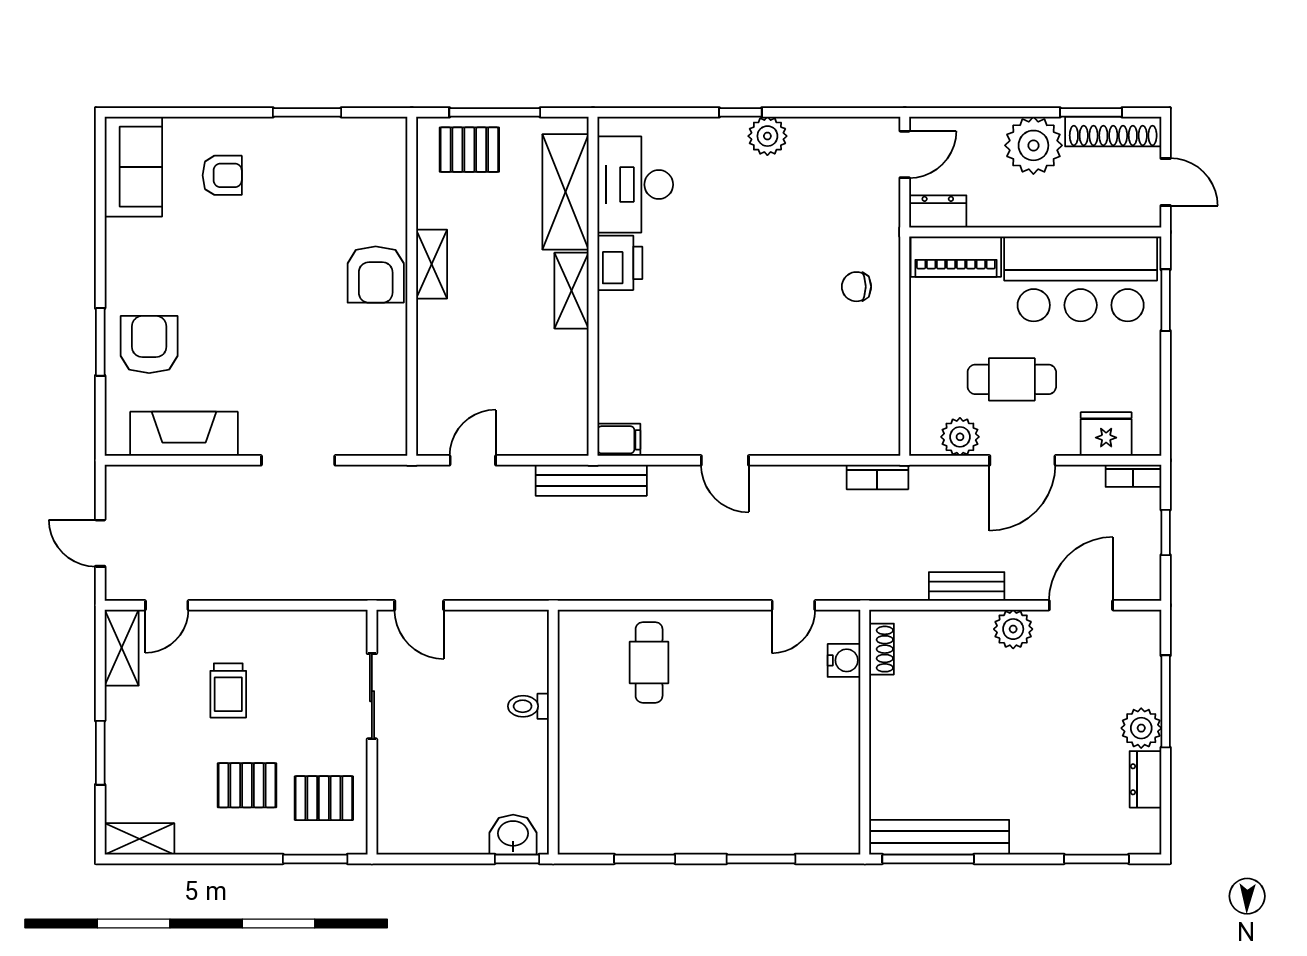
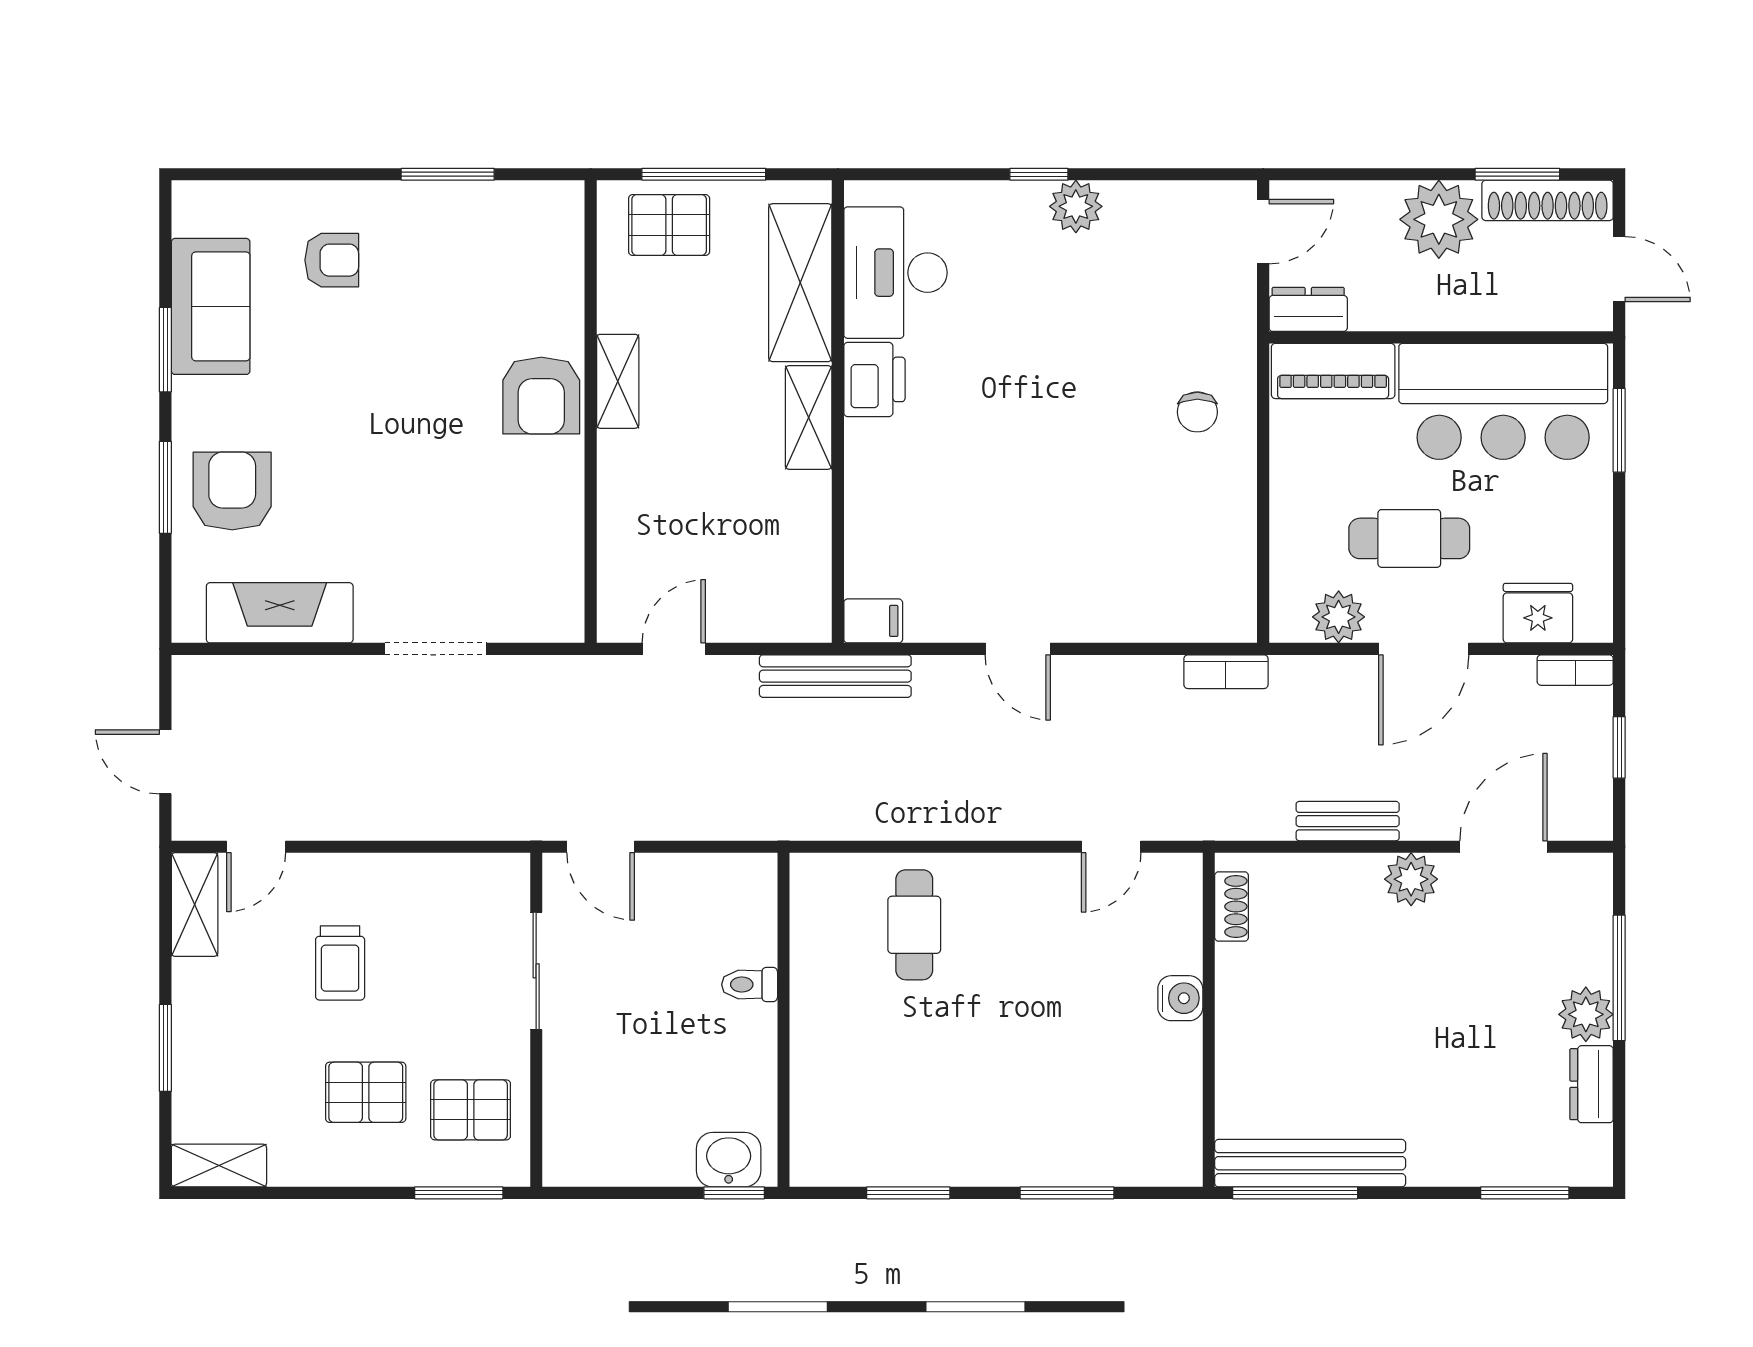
sofa: (133, 167) -> (211, 306), moved
window: (100, 241) -> (165, 350), added
chair: (856, 287) -> (1197, 412), turned -90
water cooler: (844, 660) -> (1180, 998), moved

